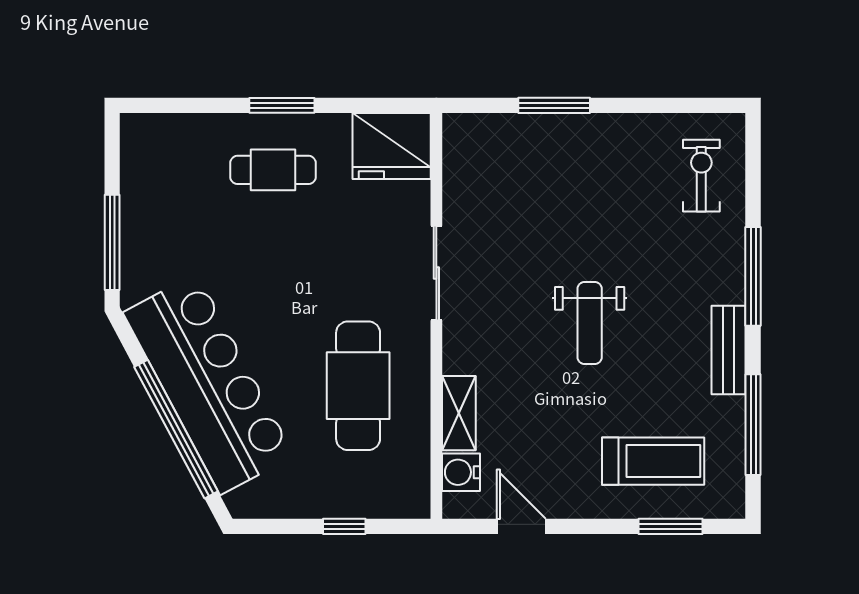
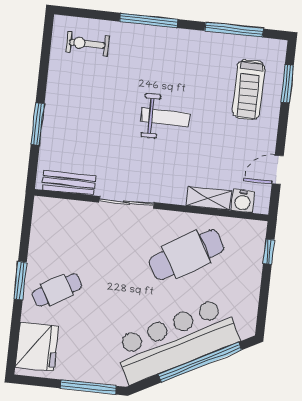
fridge: (392, 146) -> (37, 347), moved
cafe table: (273, 170) -> (57, 290), turned 60
bench: (729, 350) -> (69, 183), moved
cafe table: (358, 386) -> (186, 255), turned -31
treadmill: (653, 461) -> (249, 90), turned 180
window: (344, 526) -> (269, 252), moved

